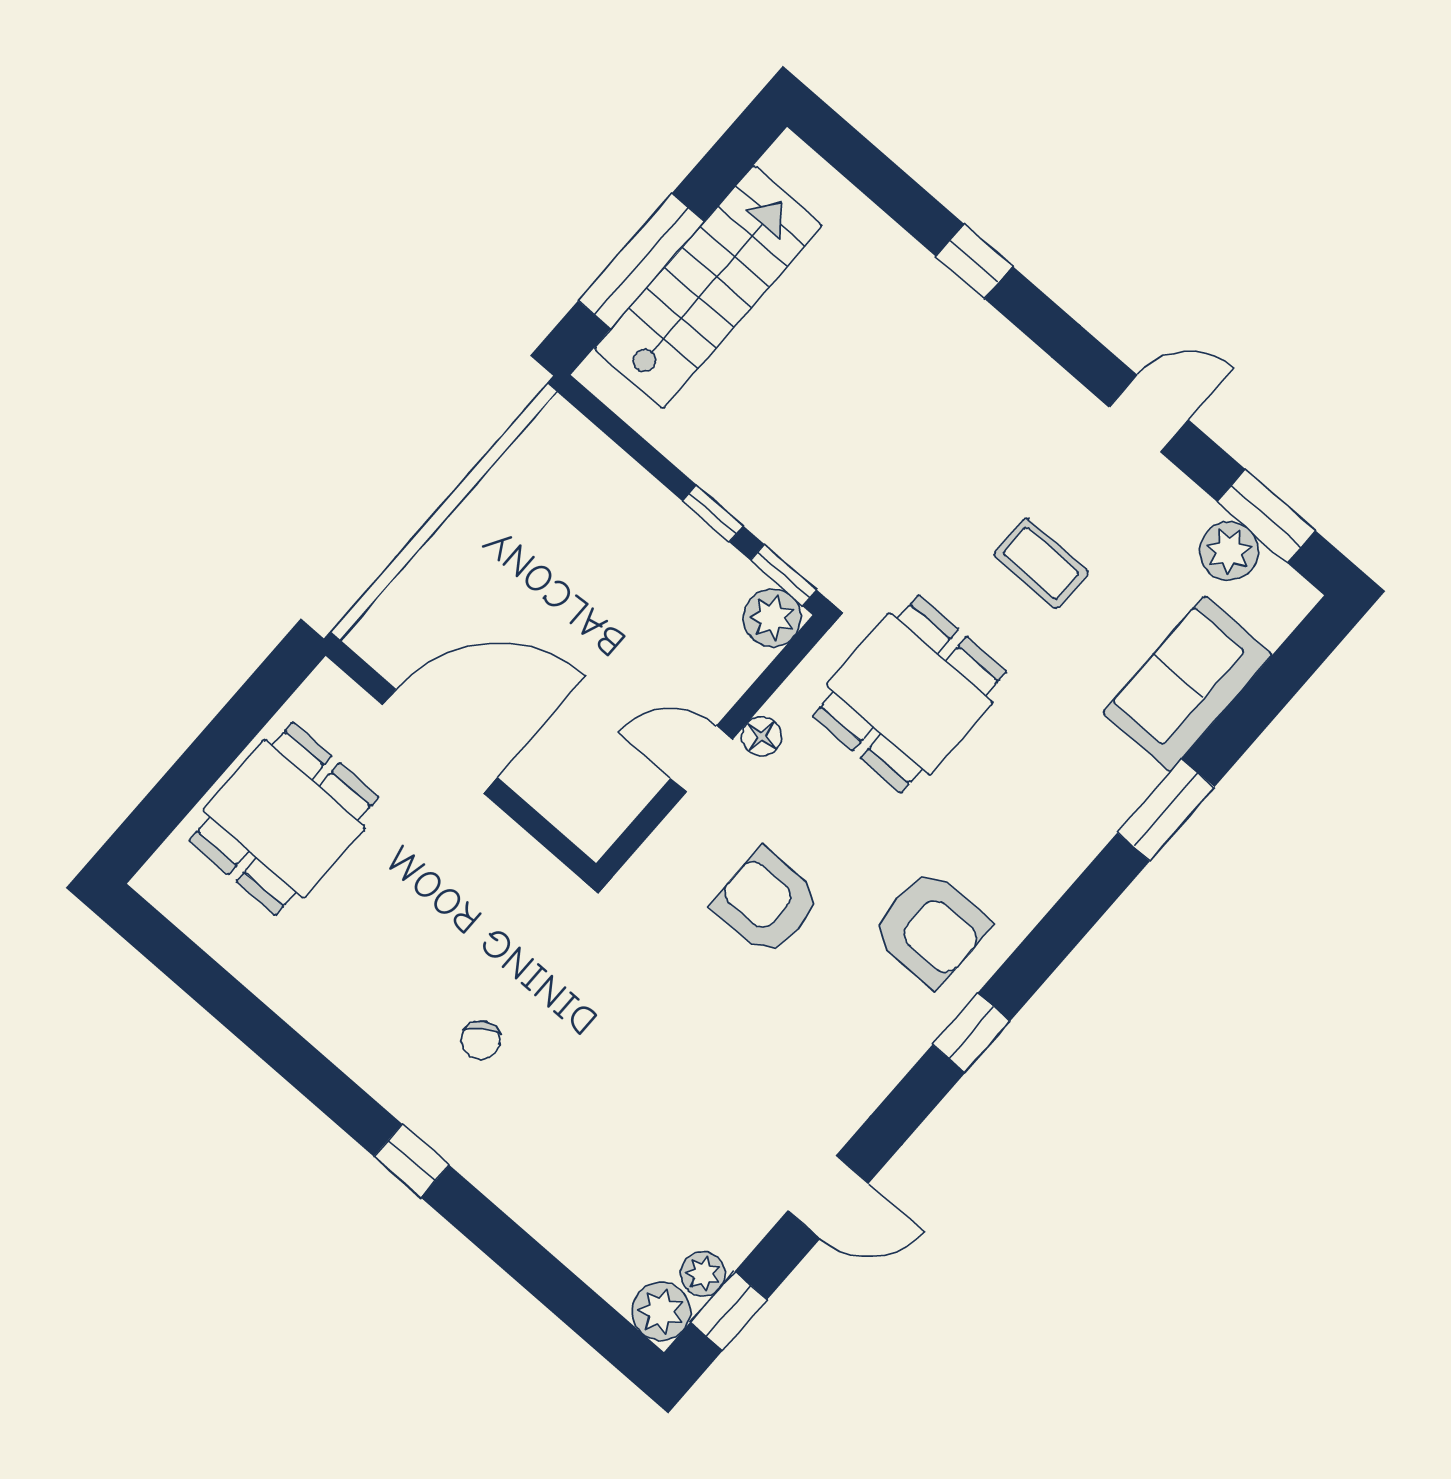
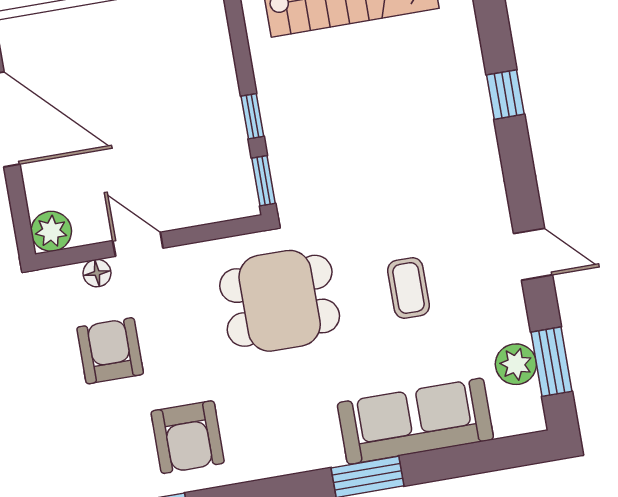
plant: (772, 618) -> (51, 231), moved
sofa: (1187, 684) -> (415, 421), width x1.36
floor lamp: (762, 736) -> (97, 273), moved

